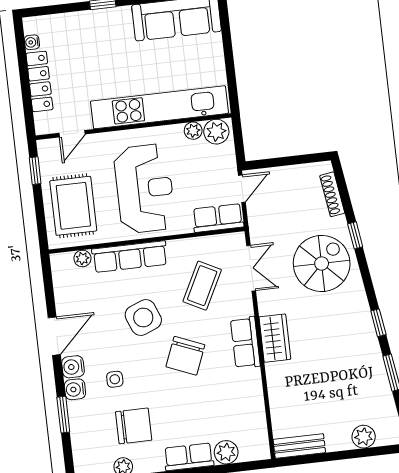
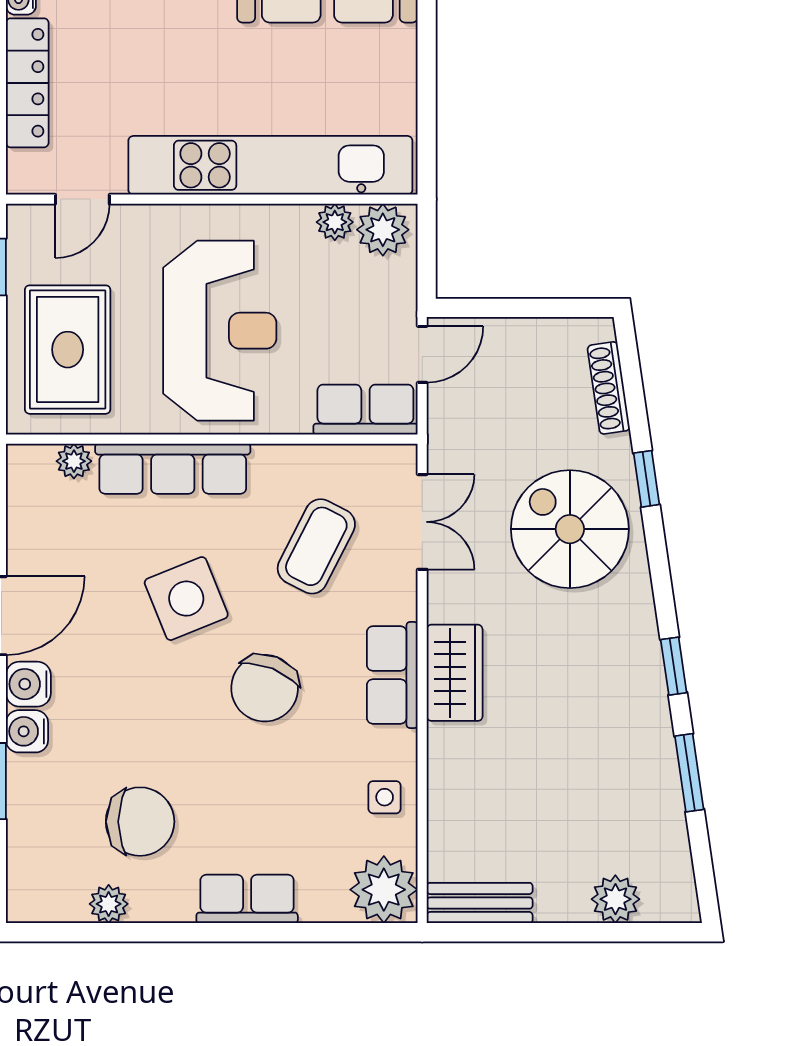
spiral stairs: (322, 263) -> (570, 529), turned -90
side table: (115, 379) -> (385, 797), moved
plant: (226, 452) -> (384, 890), moved, width x1.36, depth x1.36

